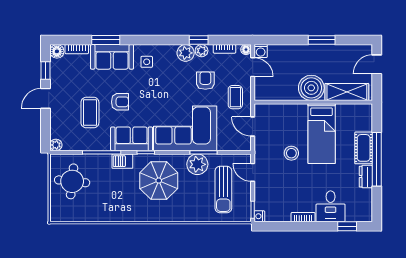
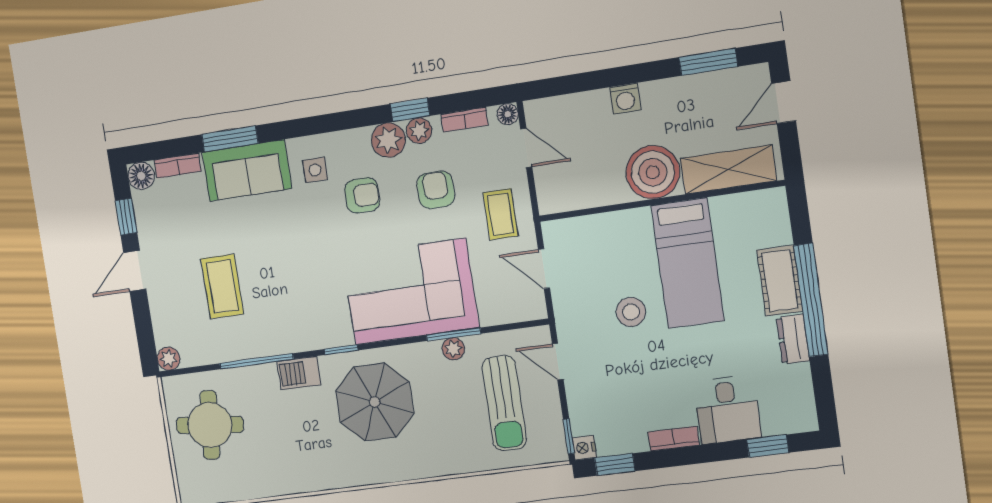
window: (322, 40) -> (708, 62), moved
washing machine: (261, 51) -> (625, 99), moved
armchair: (120, 102) -> (362, 195), moved
sofa: (132, 139) -> (310, 327), removed
plant: (197, 164) -> (453, 349), width x0.53, depth x0.53
window: (273, 226) -> (615, 464), added

